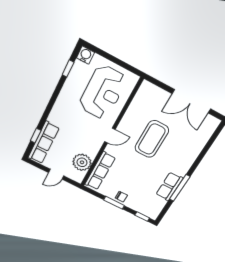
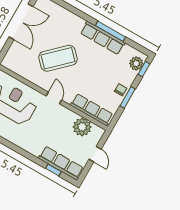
coffee table: (152, 139) -> (58, 58), turned -44
row of seats: (169, 186) -> (103, 38), width x1.48
plant: (148, 210) -> (136, 63), added

